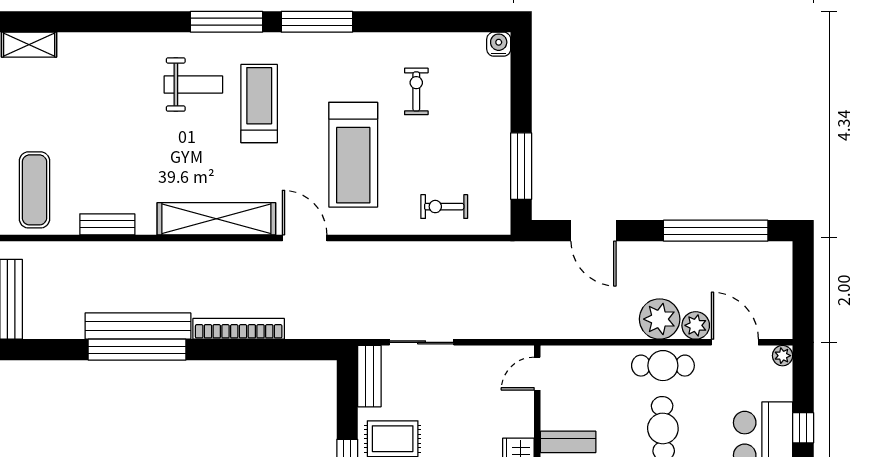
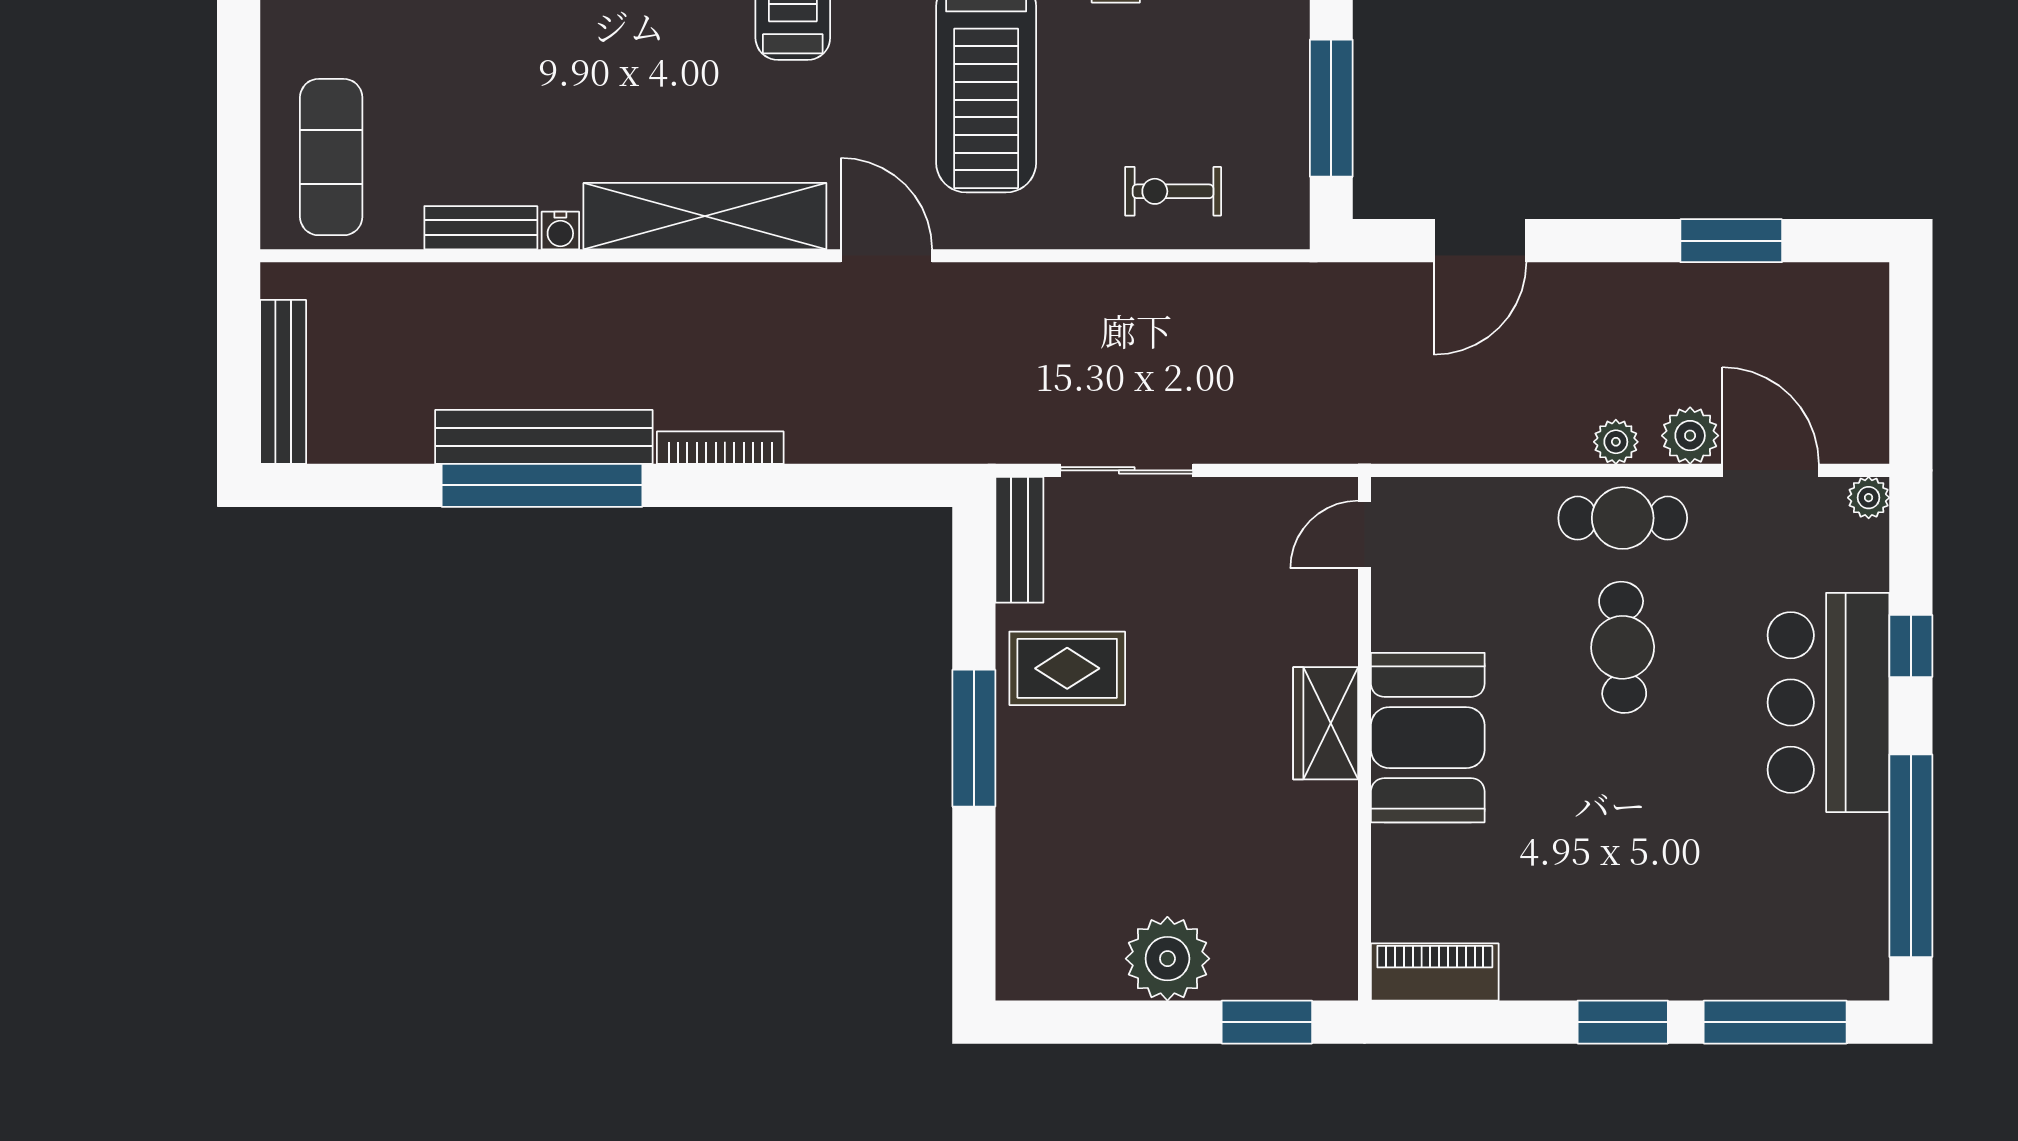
water cooler: (146, 226) -> (560, 230), added
door: (593, 231) -> (1480, 241), hinge flipped
window: (716, 231) -> (1731, 241), width x0.47
plant: (660, 319) -> (1616, 442), width x0.53, depth x0.53
bookcase: (239, 329) -> (720, 448), width x0.68, depth x0.76

